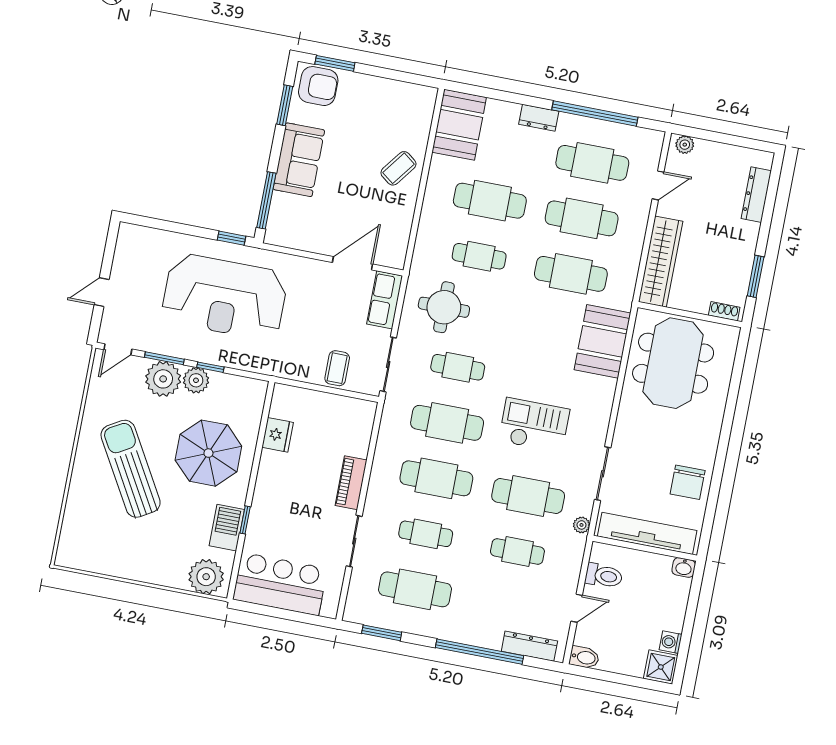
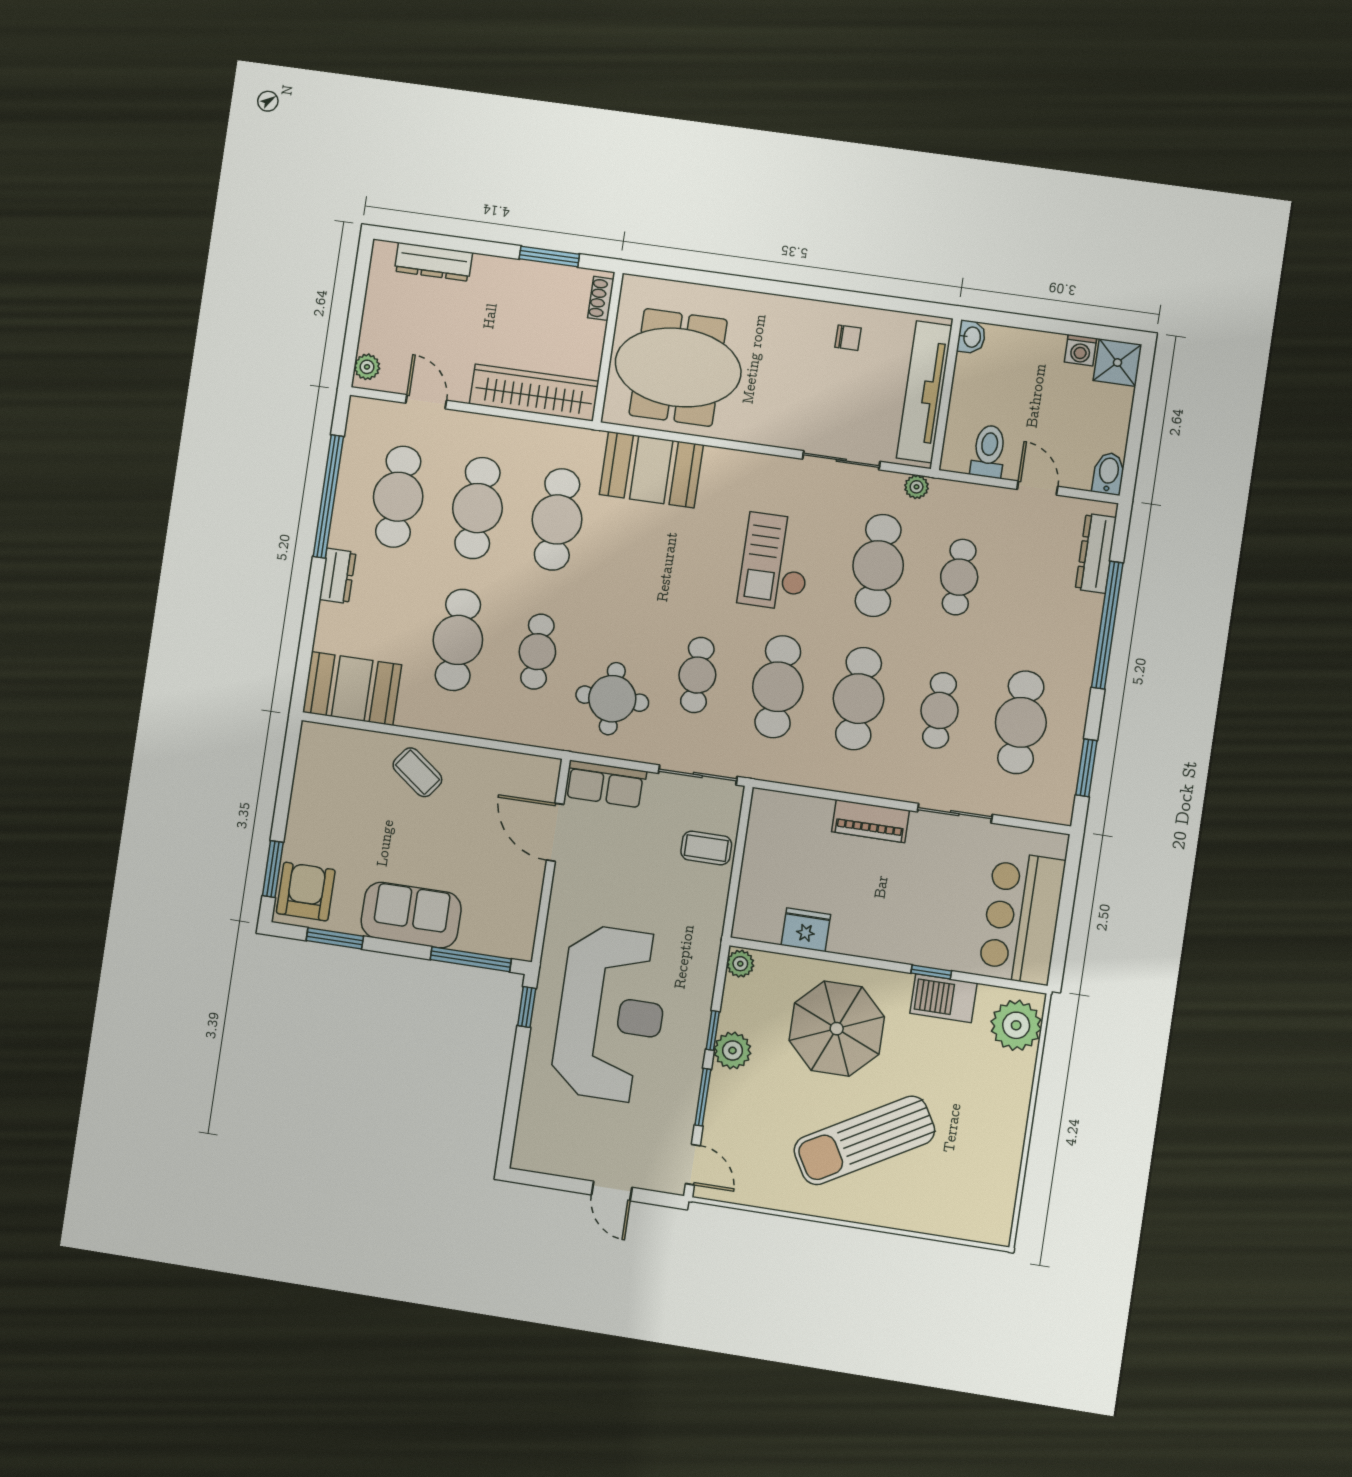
plant: (163, 379) -> (740, 964), moved, width x0.53, depth x0.53
chair: (688, 482) -> (848, 338), width x0.54, depth x0.54

